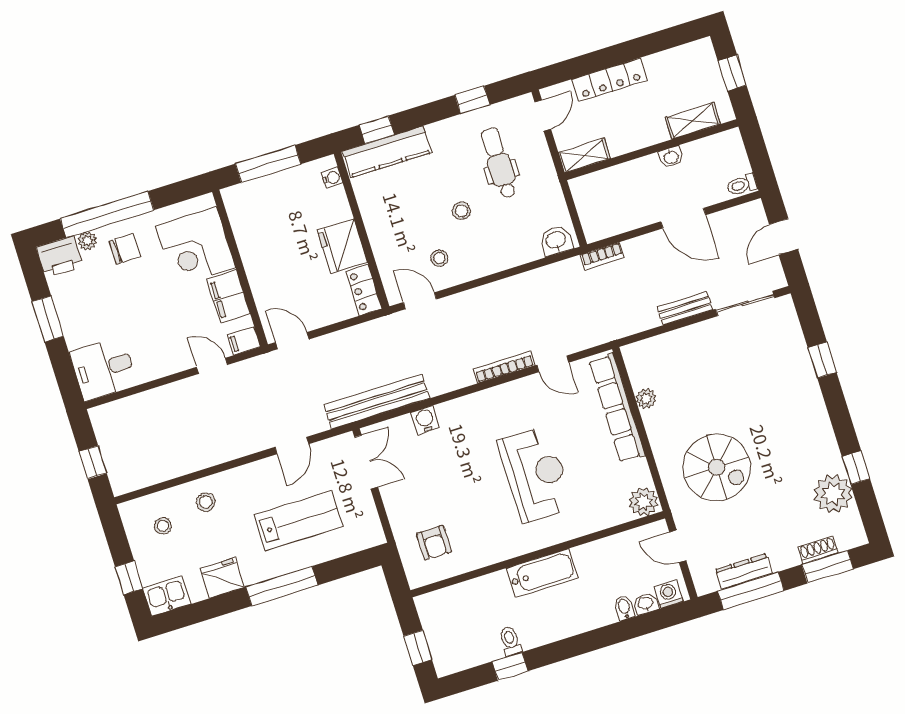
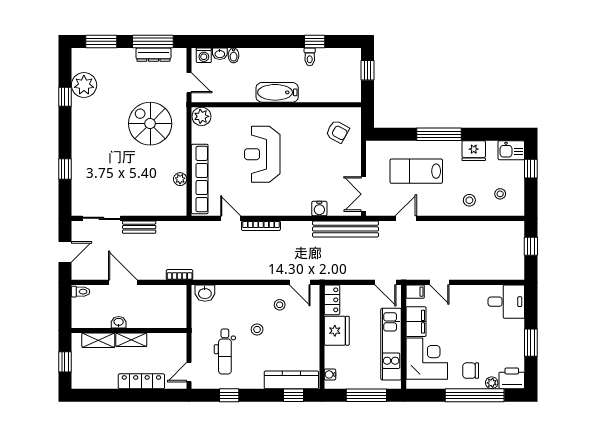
shelving: (584, 155) -> (131, 340), moved
kitchen unit: (255, 251) -> (391, 344), added
armchair: (434, 543) -> (337, 132), turned 119
shoe rack: (818, 550) -> (104, 54), removed

